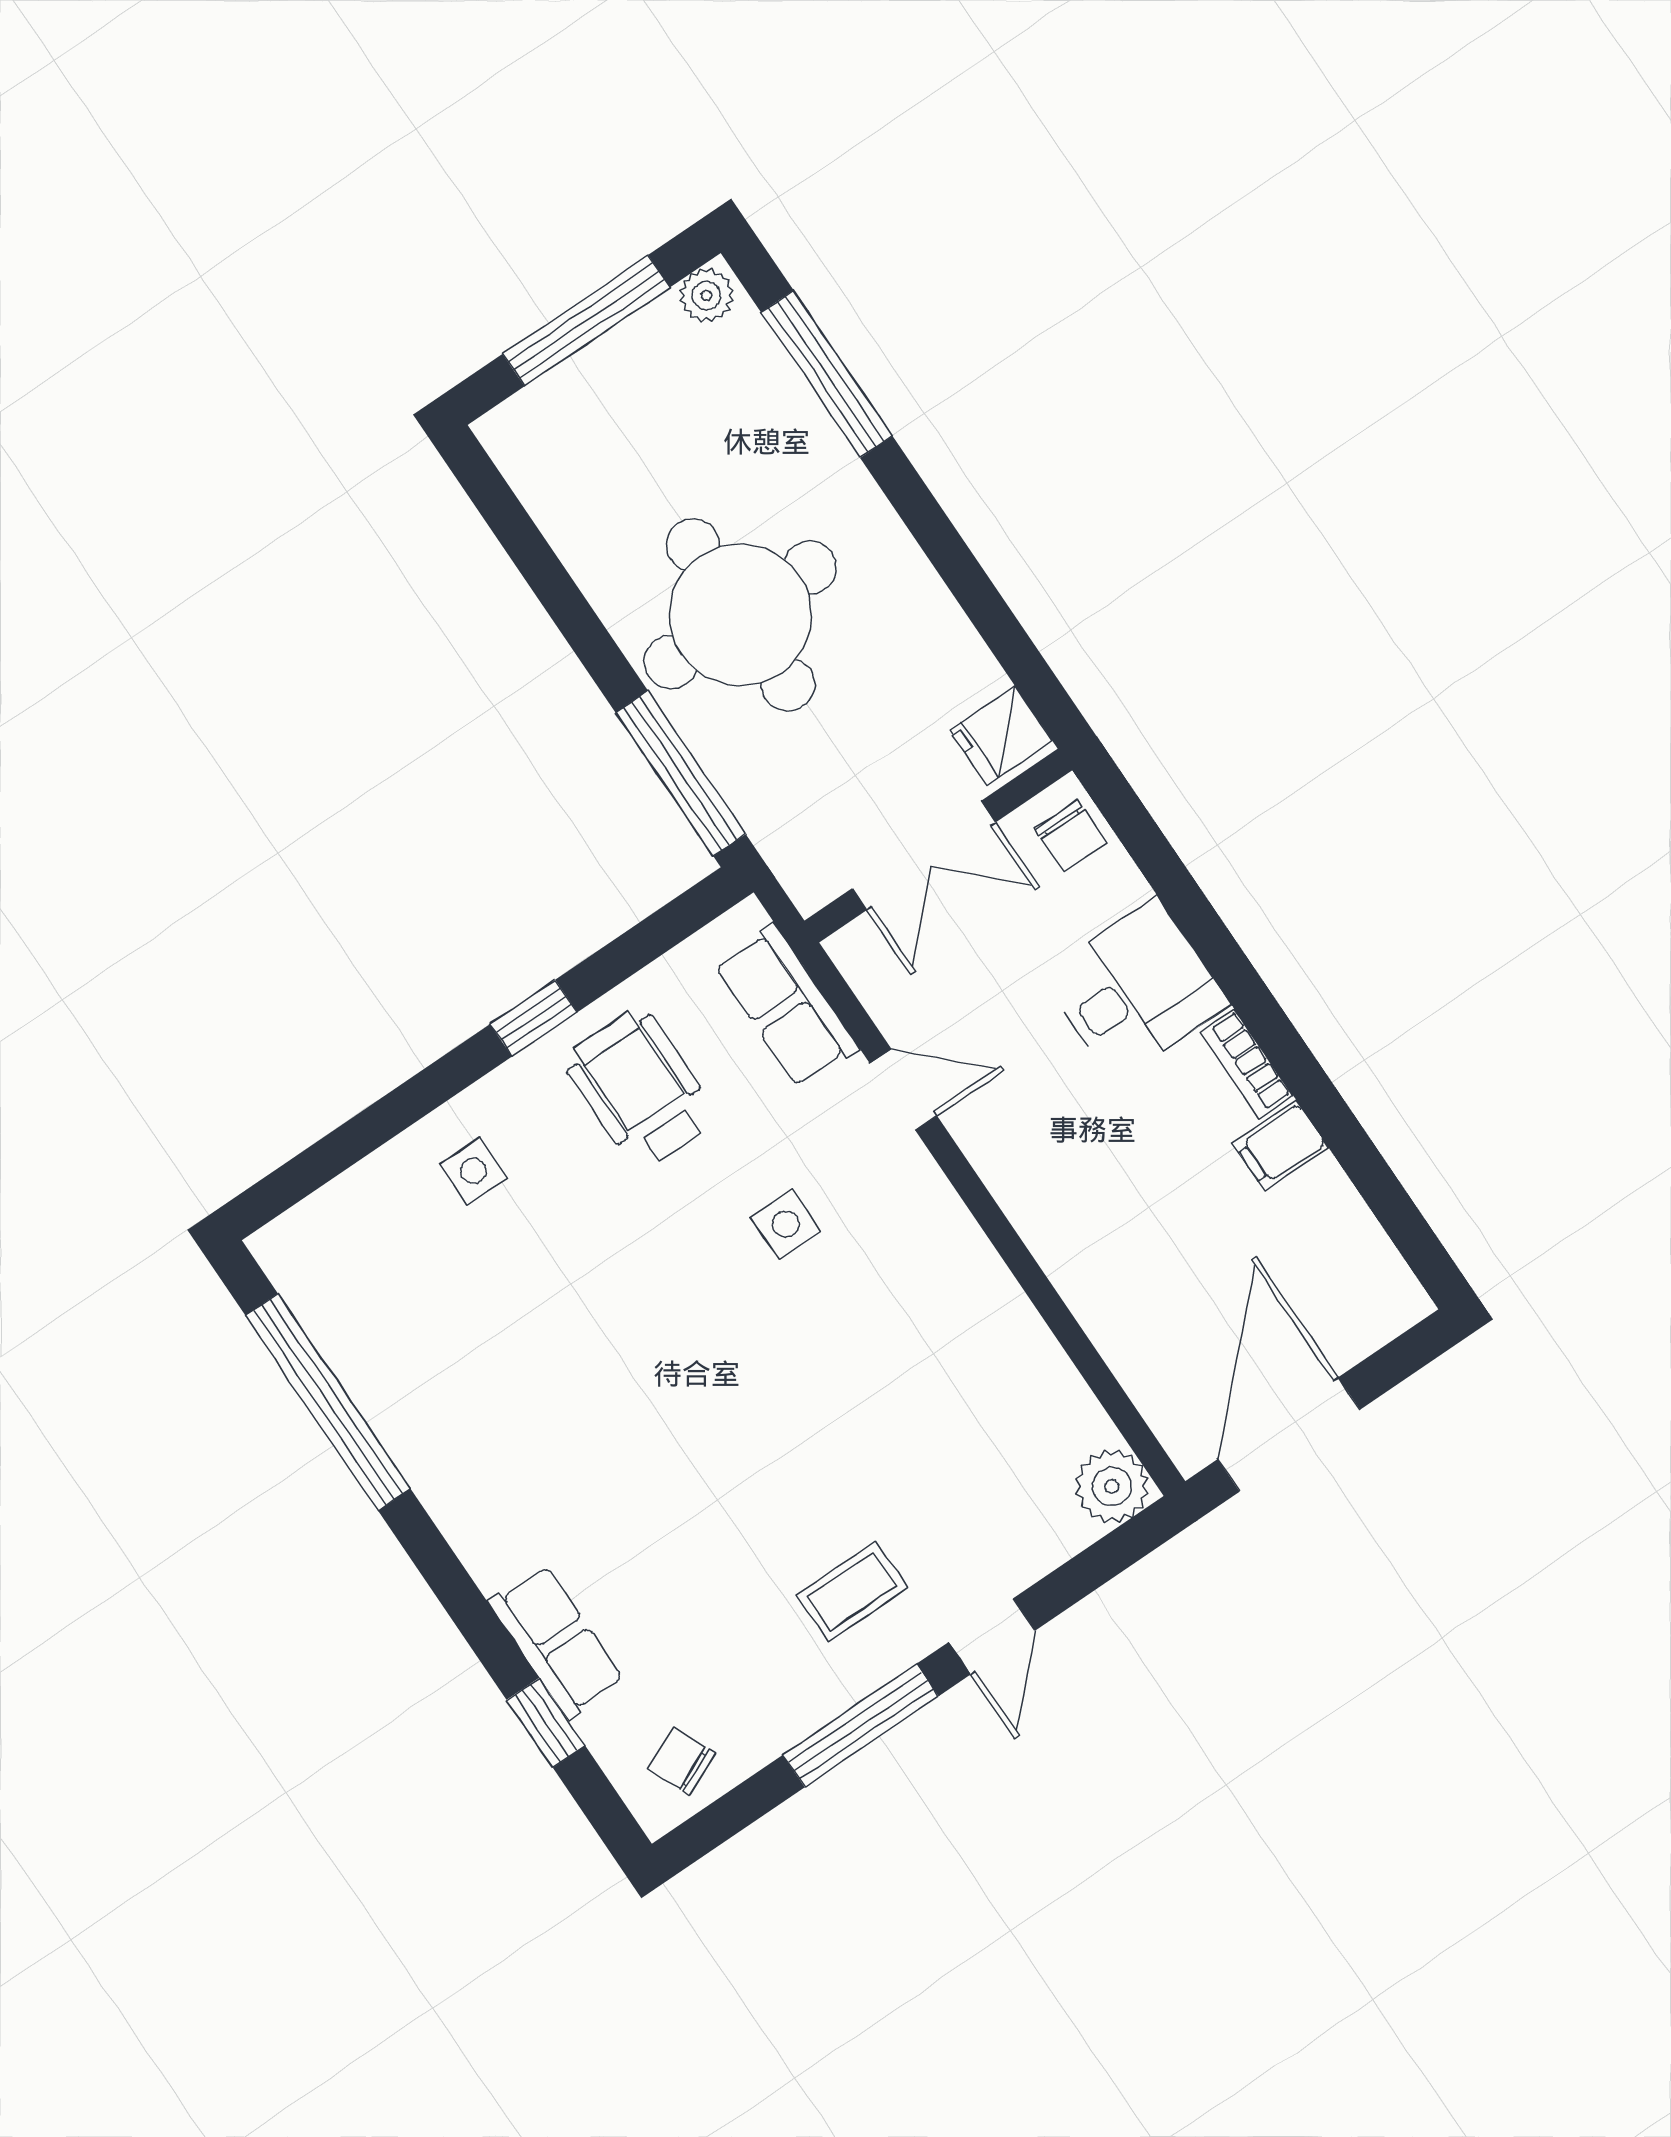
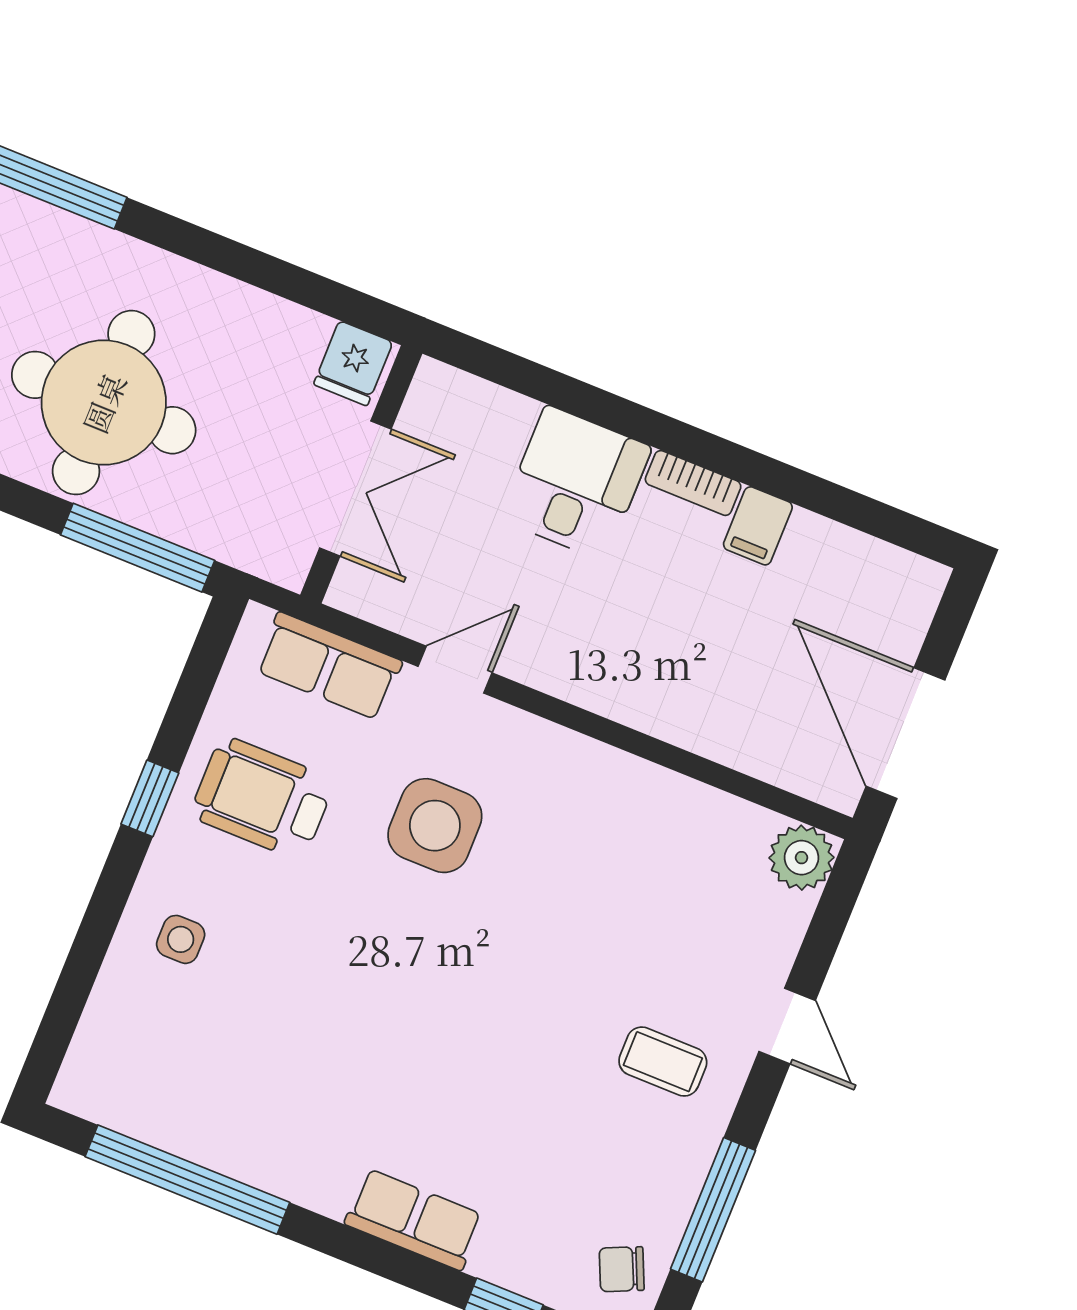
chair: (1071, 836) -> (453, 402), removed
side table: (786, 1224) -> (435, 826), width x1.87, depth x1.87
coffee table: (852, 1591) -> (663, 1062), turned 90
row of seats: (556, 1641) -> (414, 1220), moved
window: (861, 1726) -> (713, 1210), moved

